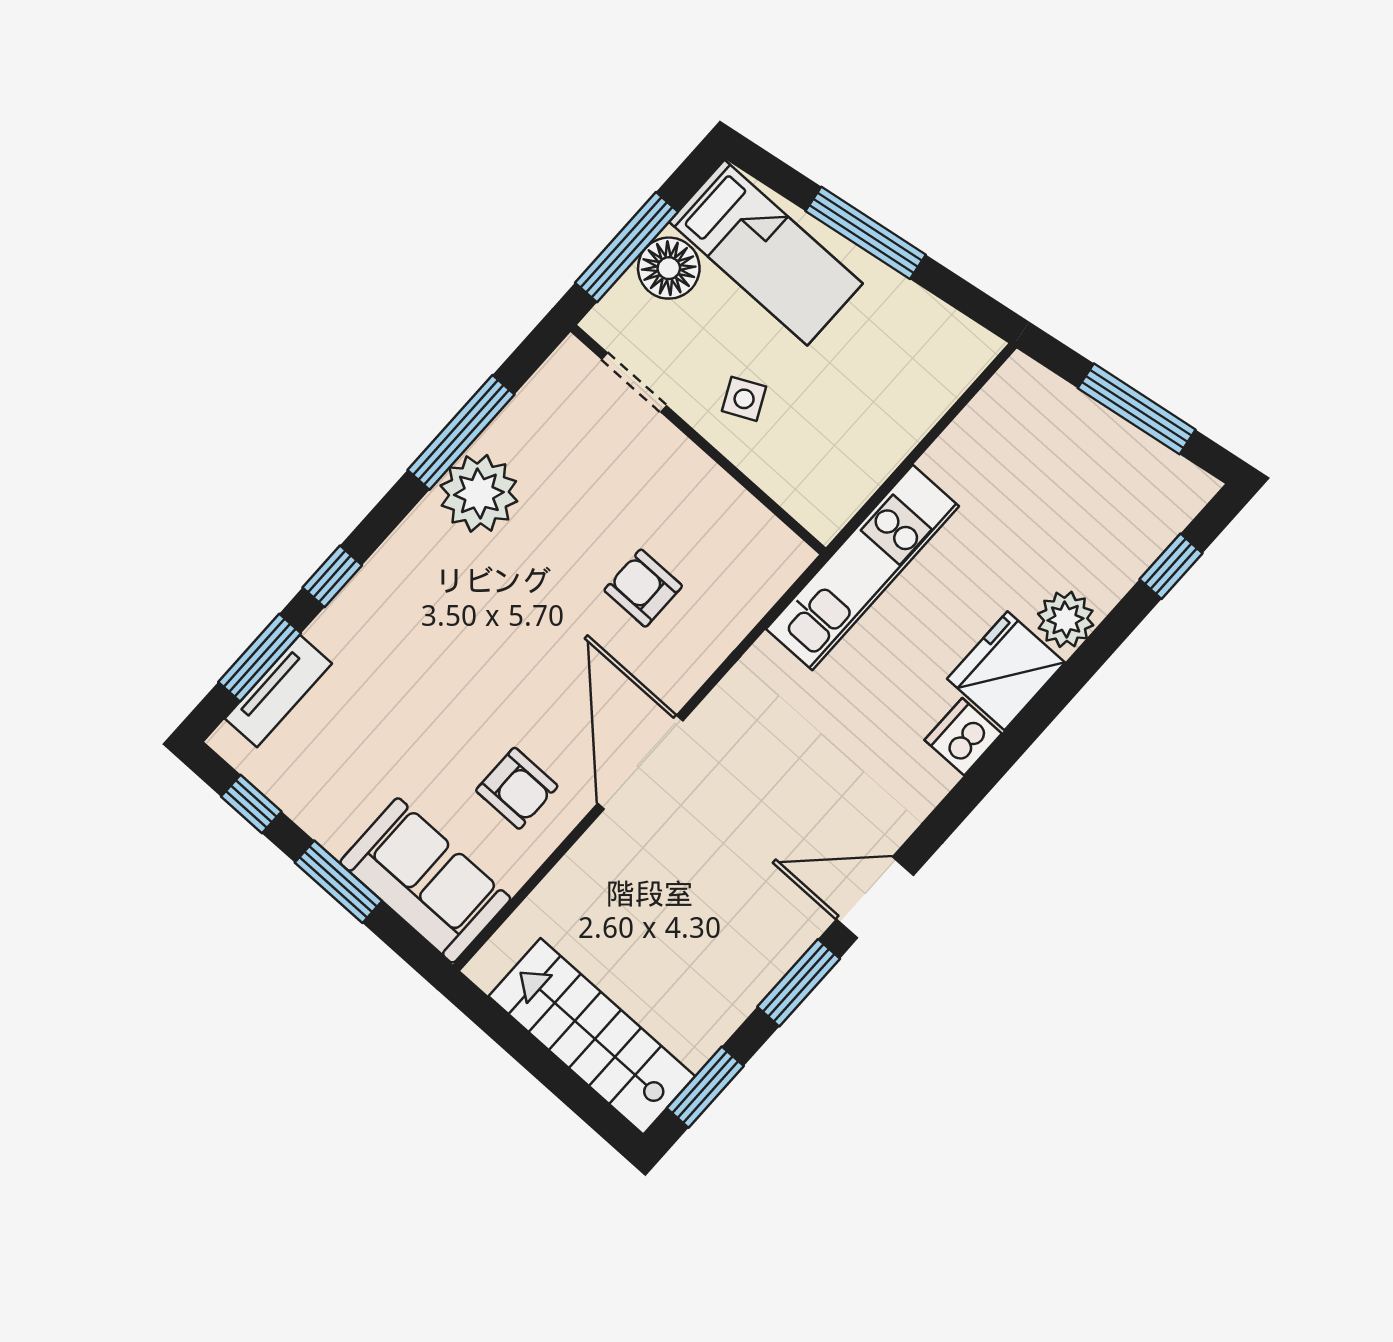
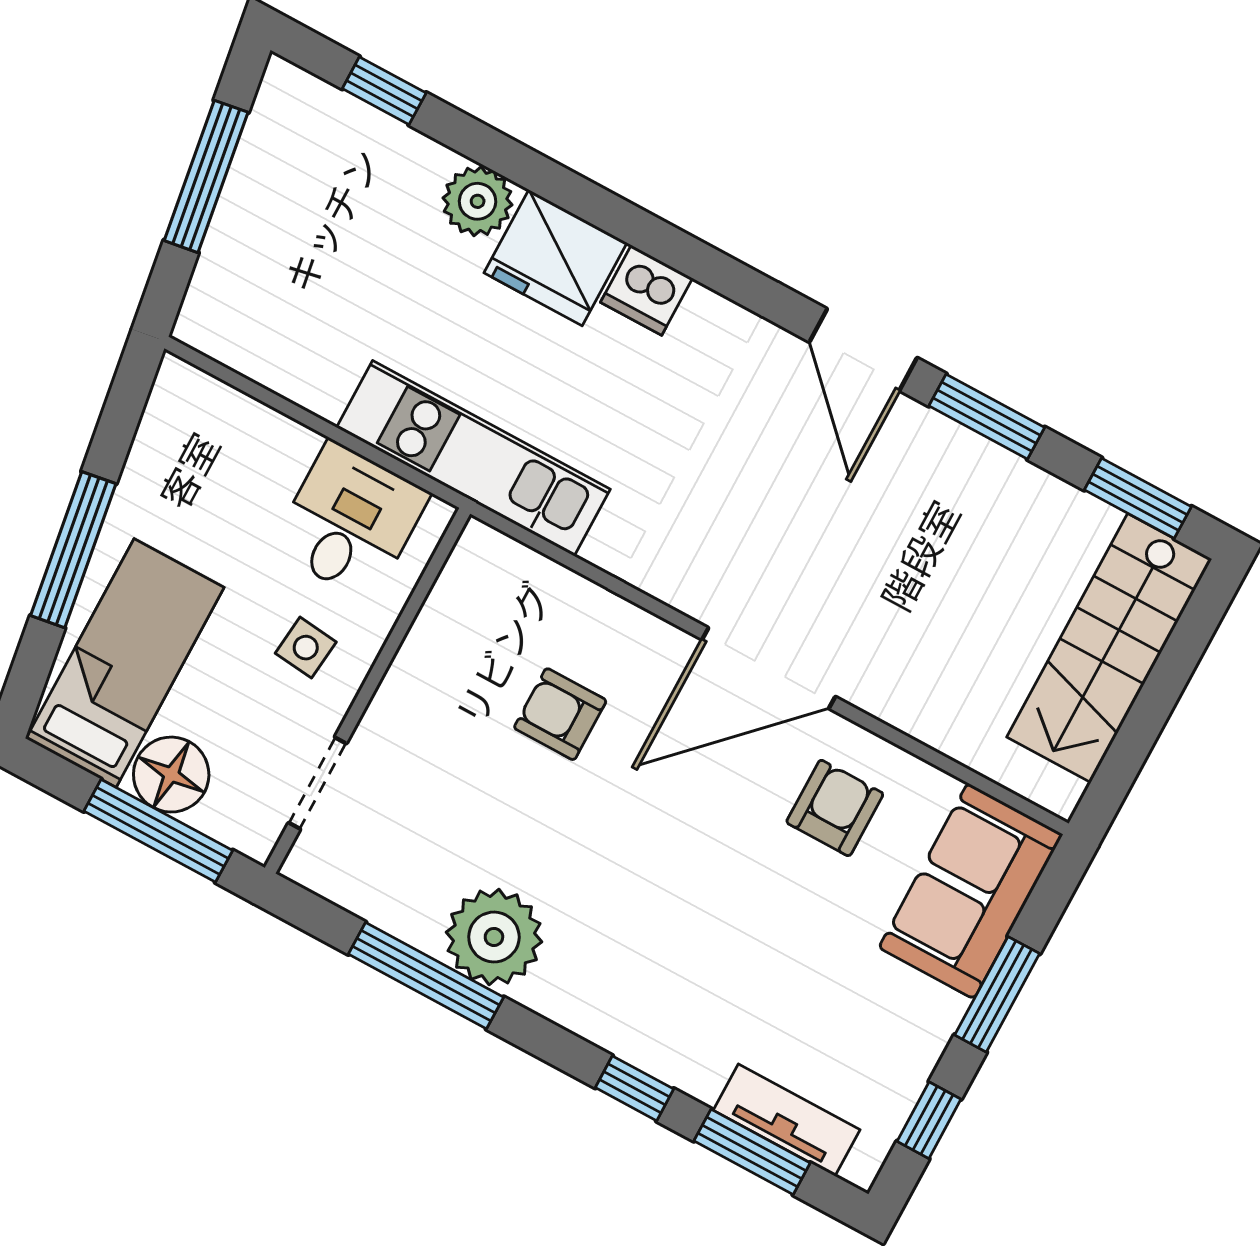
side table: (744, 399) -> (306, 648), turned 32
desk: (836, 458) -> (350, 521), added
armchair: (643, 588) -> (560, 714), turned 90

